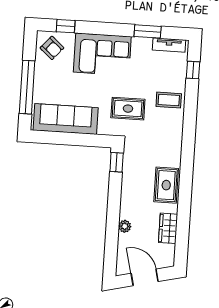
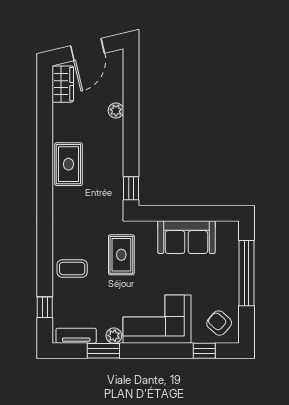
plant: (138, 43) -> (114, 336), added
rug: (128, 109) -> (121, 255), turned 90
sofa: (66, 119) -> (186, 237), width x0.73
wardrobe: (168, 228) -> (63, 84), moved
door: (145, 277) -> (88, 50), hinge flipped

